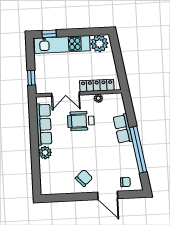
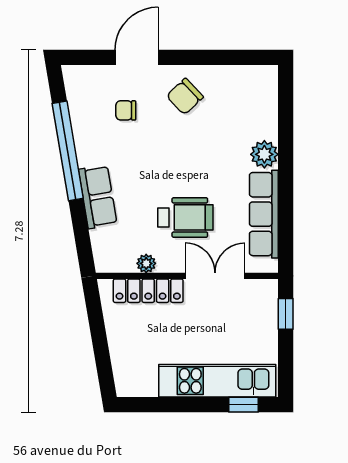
plant: (99, 44) -> (138, 379), removed
chair: (125, 182) -> (126, 110), moved
door: (108, 195) -> (137, 57), hinge flipped

